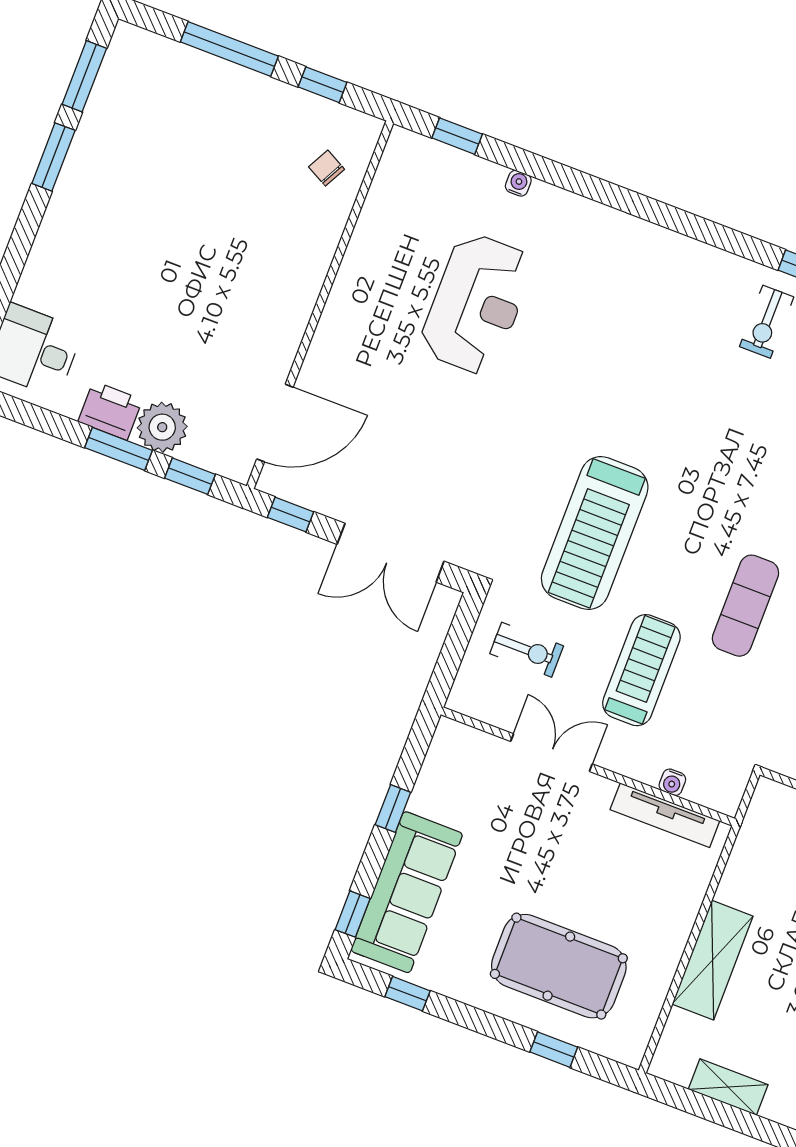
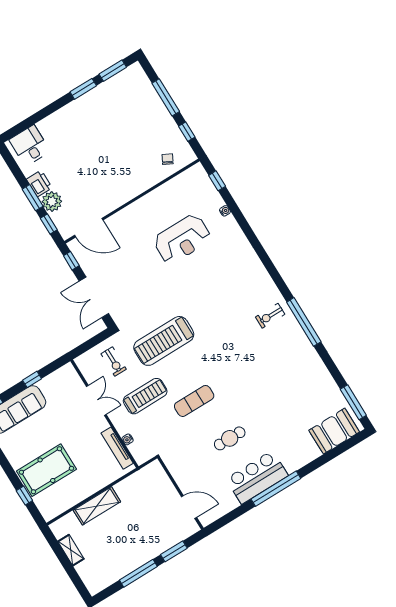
pool table: (559, 966) -> (46, 470), turned 90

